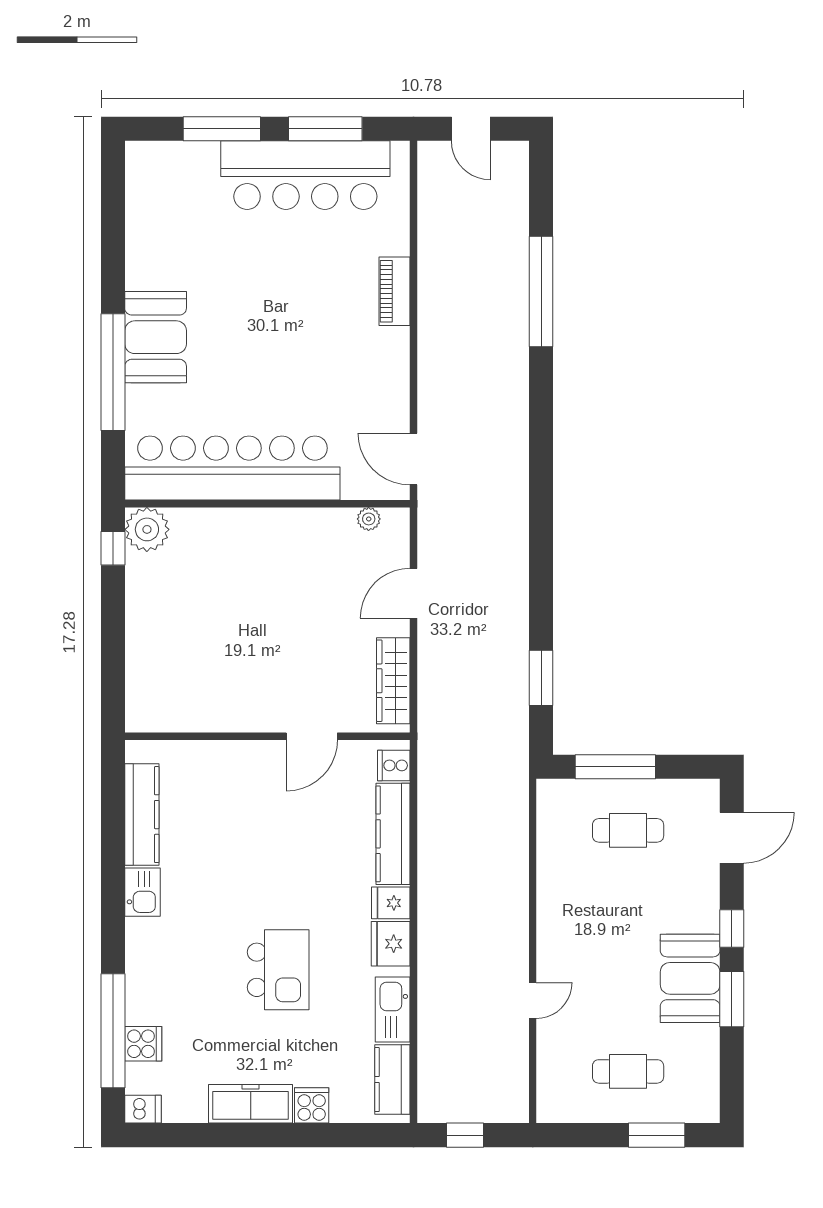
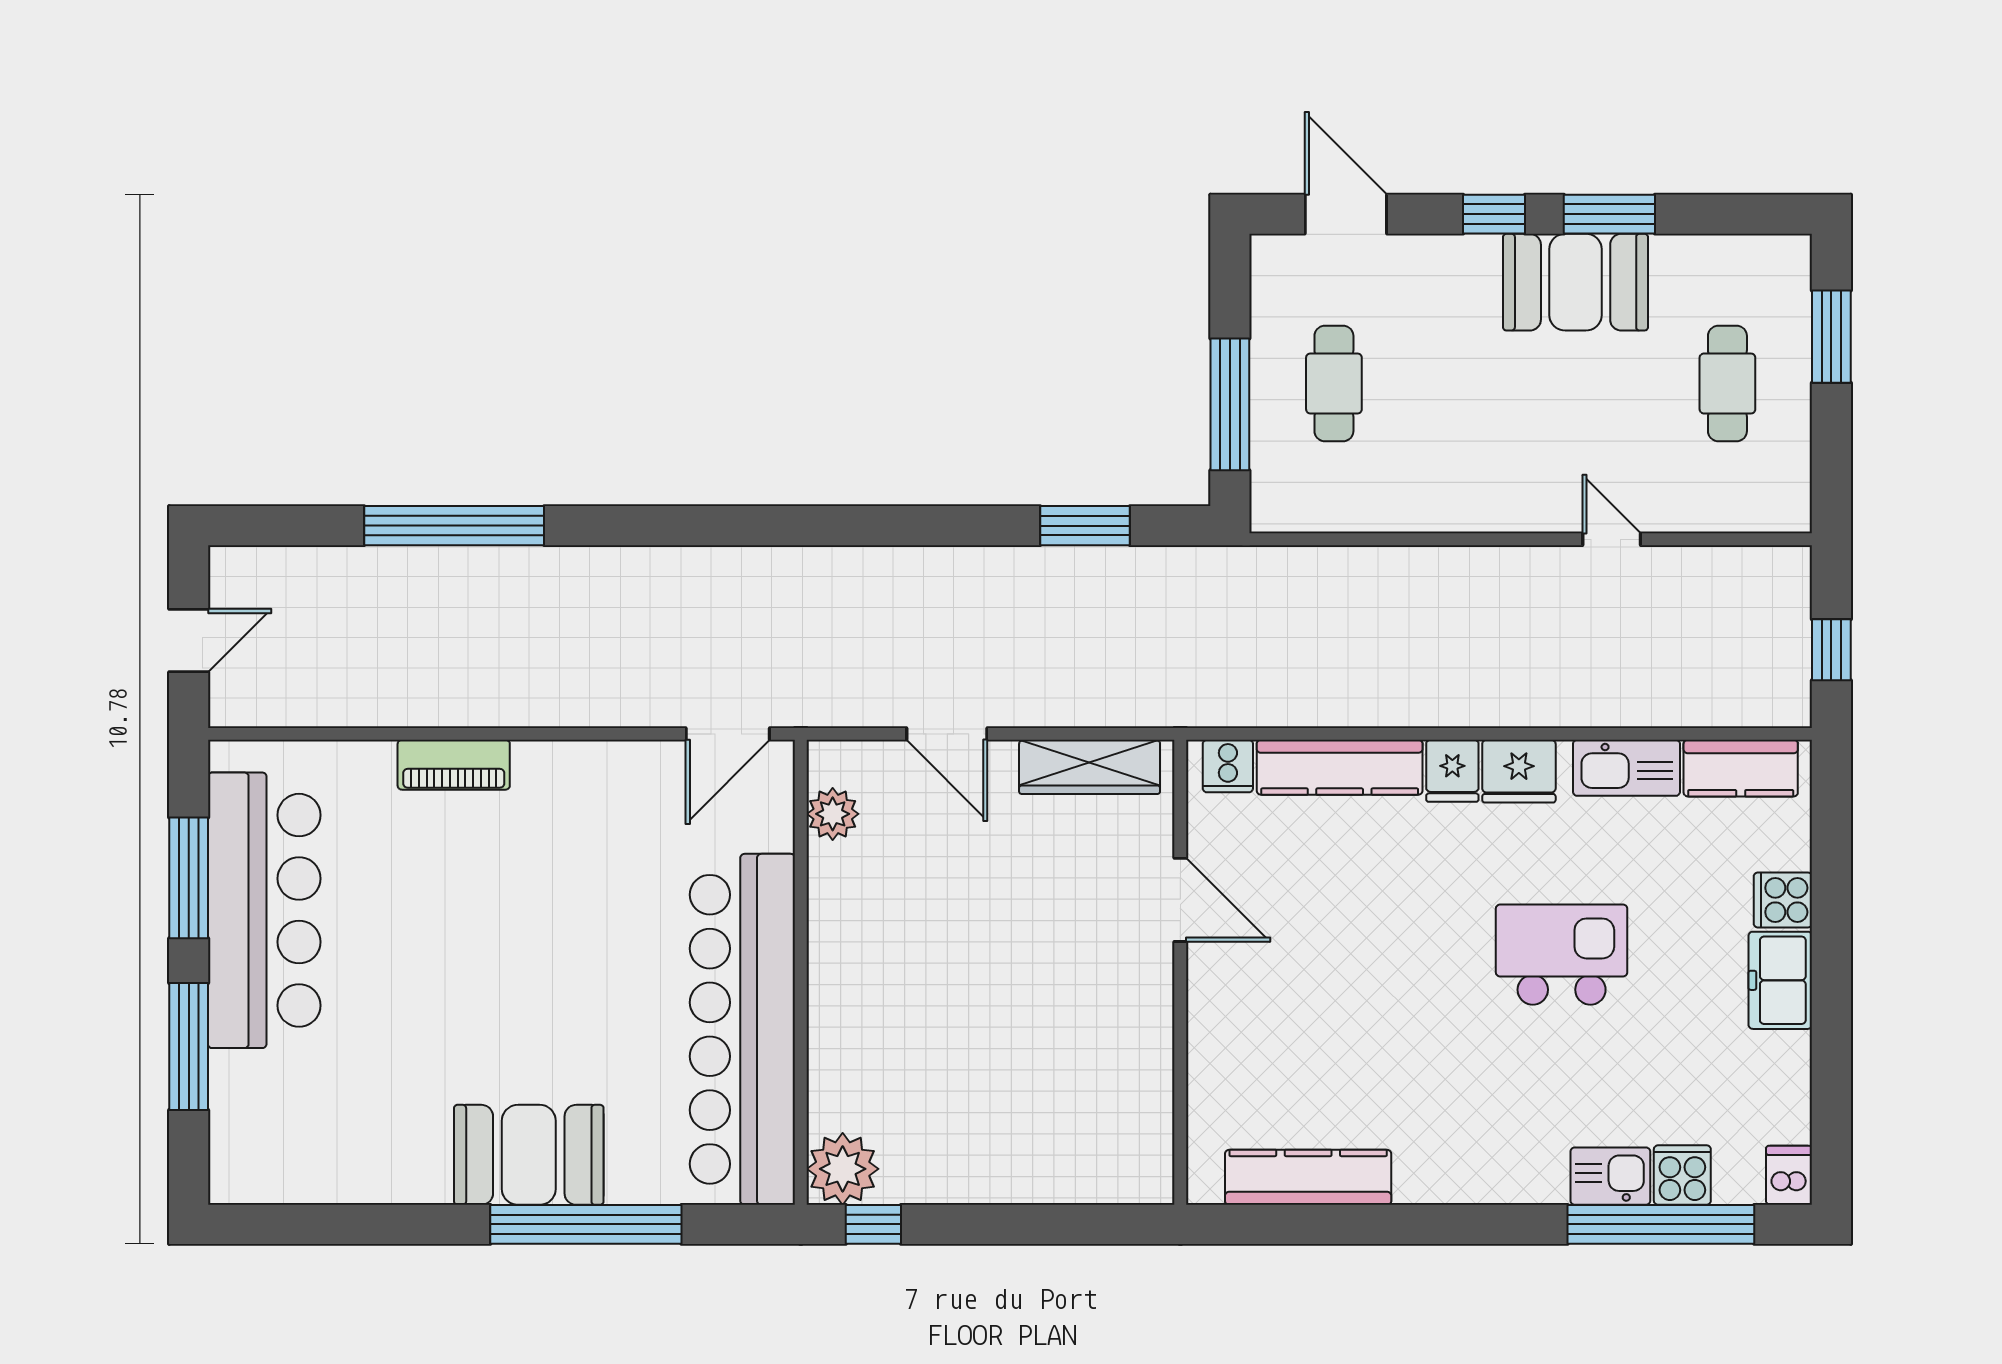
plant: (369, 519) -> (833, 814), width x1.38, depth x1.38
kitchen sink: (143, 892) -> (1610, 1176), moved
freezer: (251, 1104) -> (1780, 980), width x0.71

